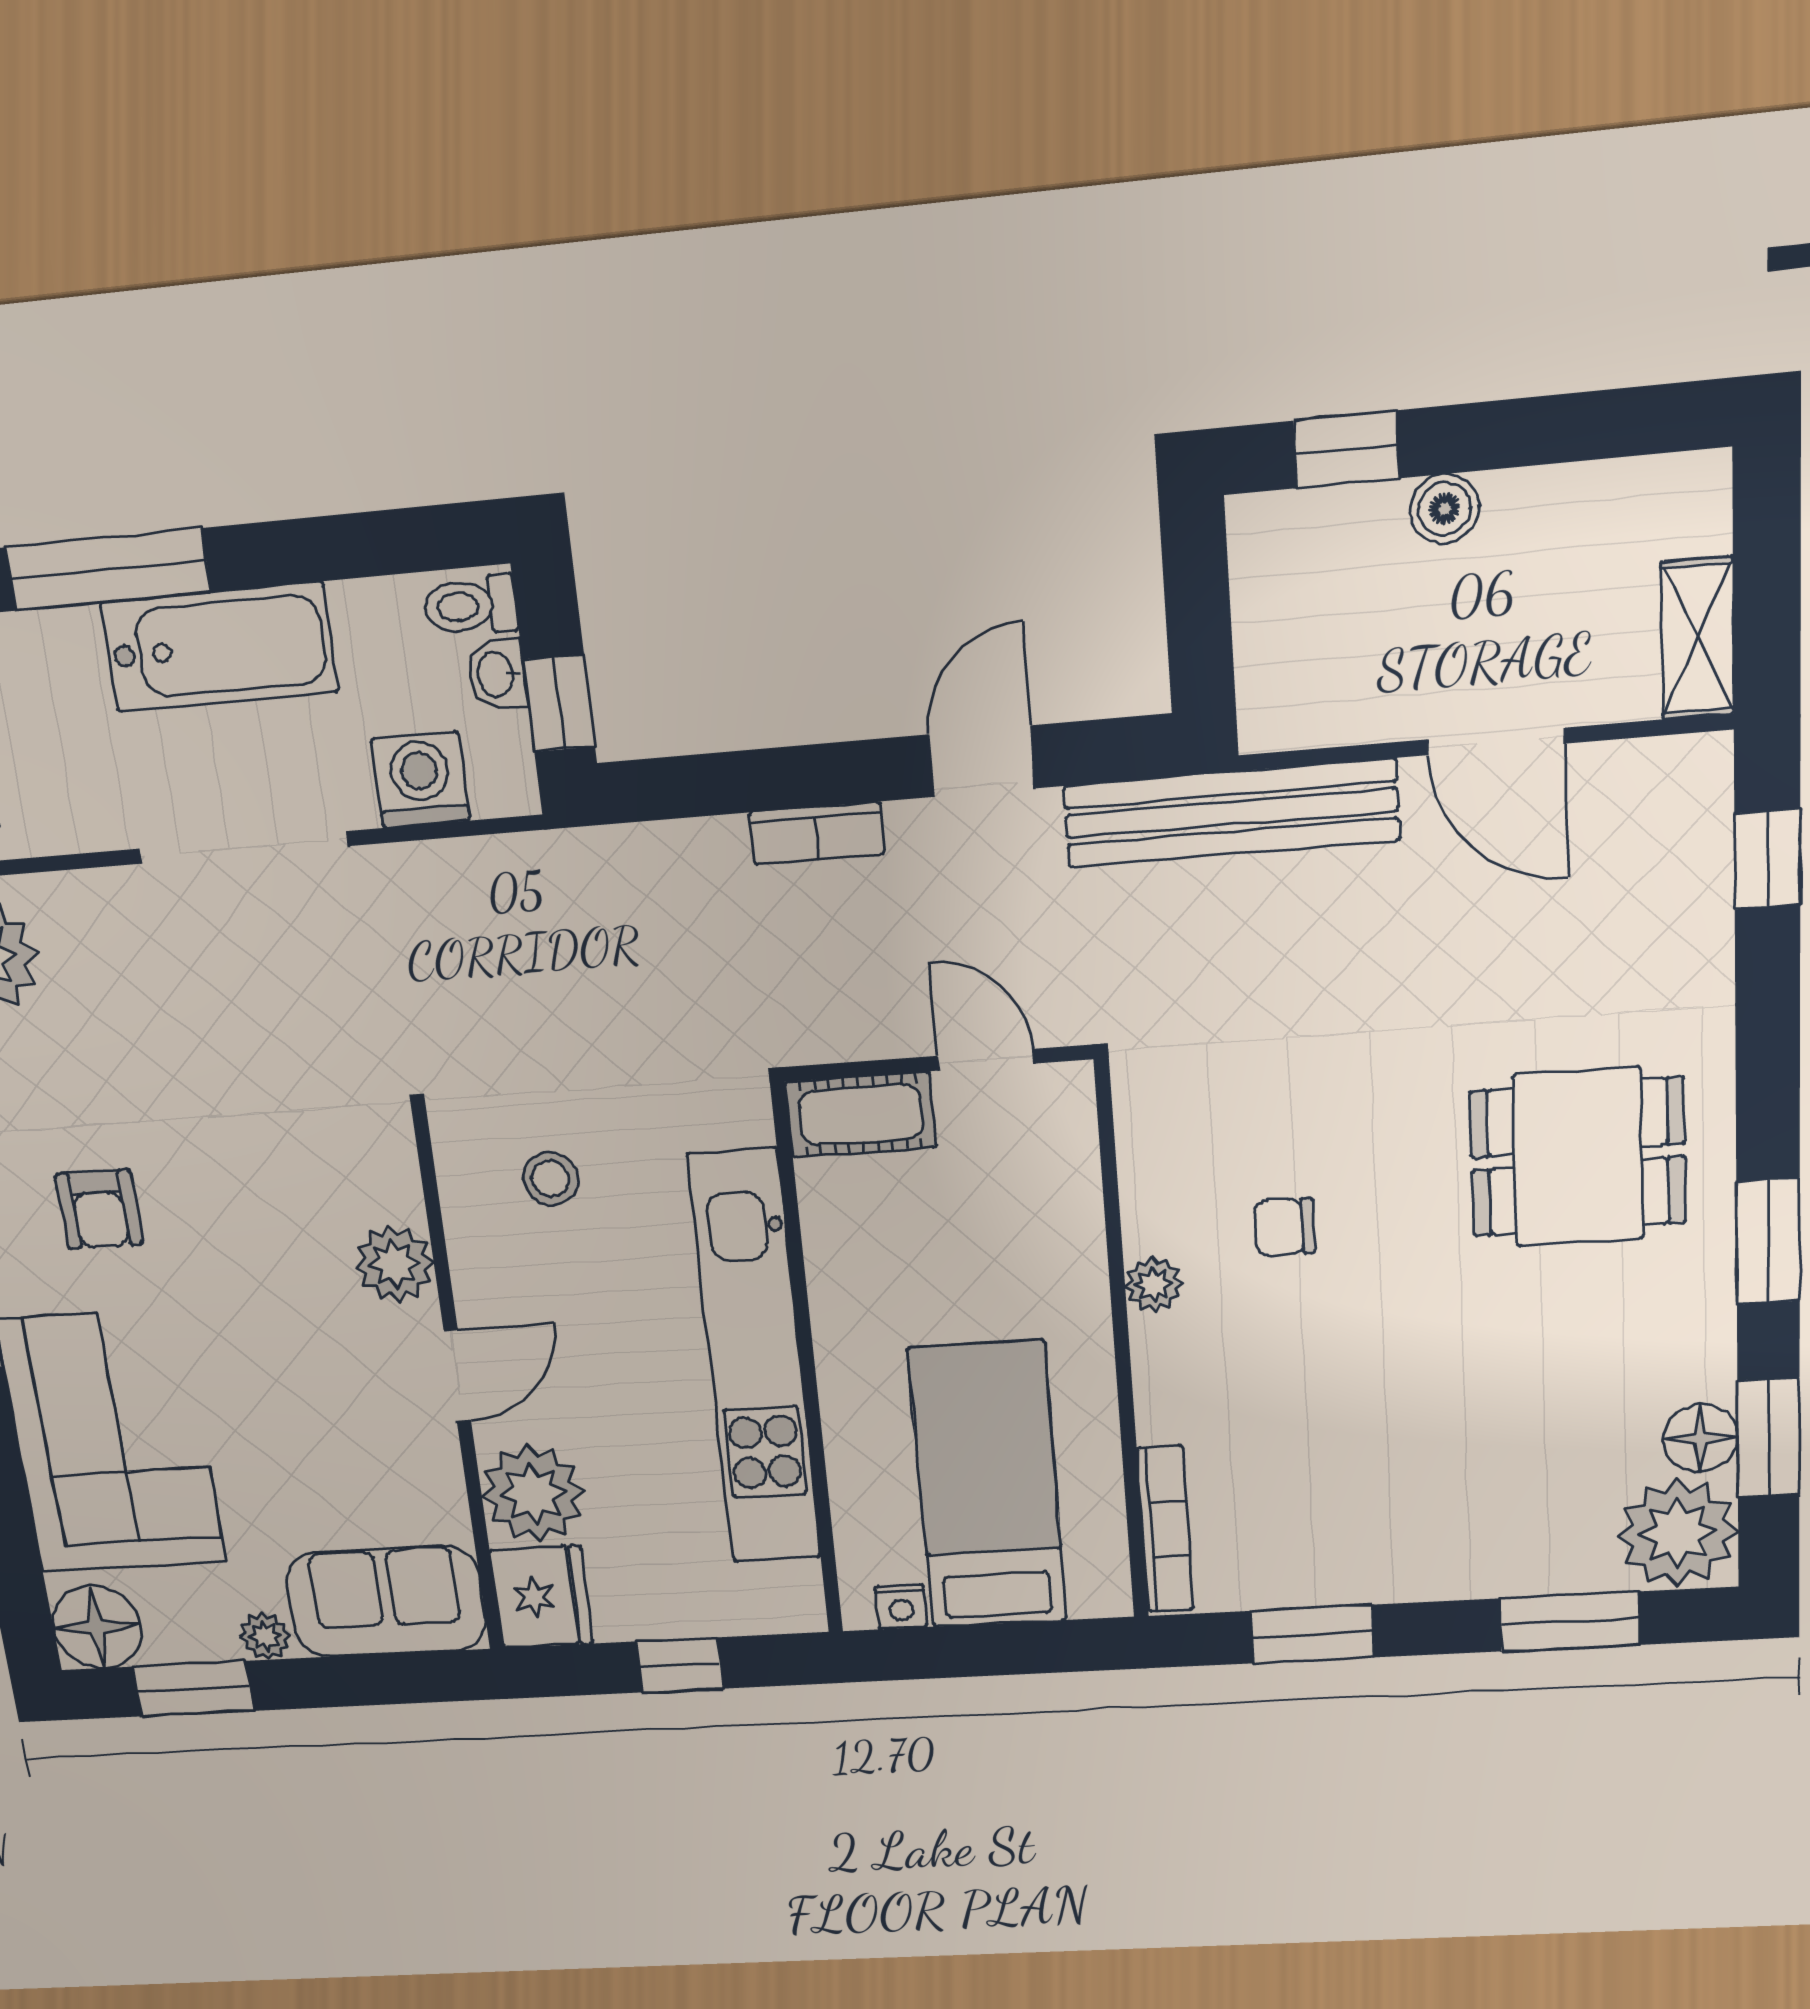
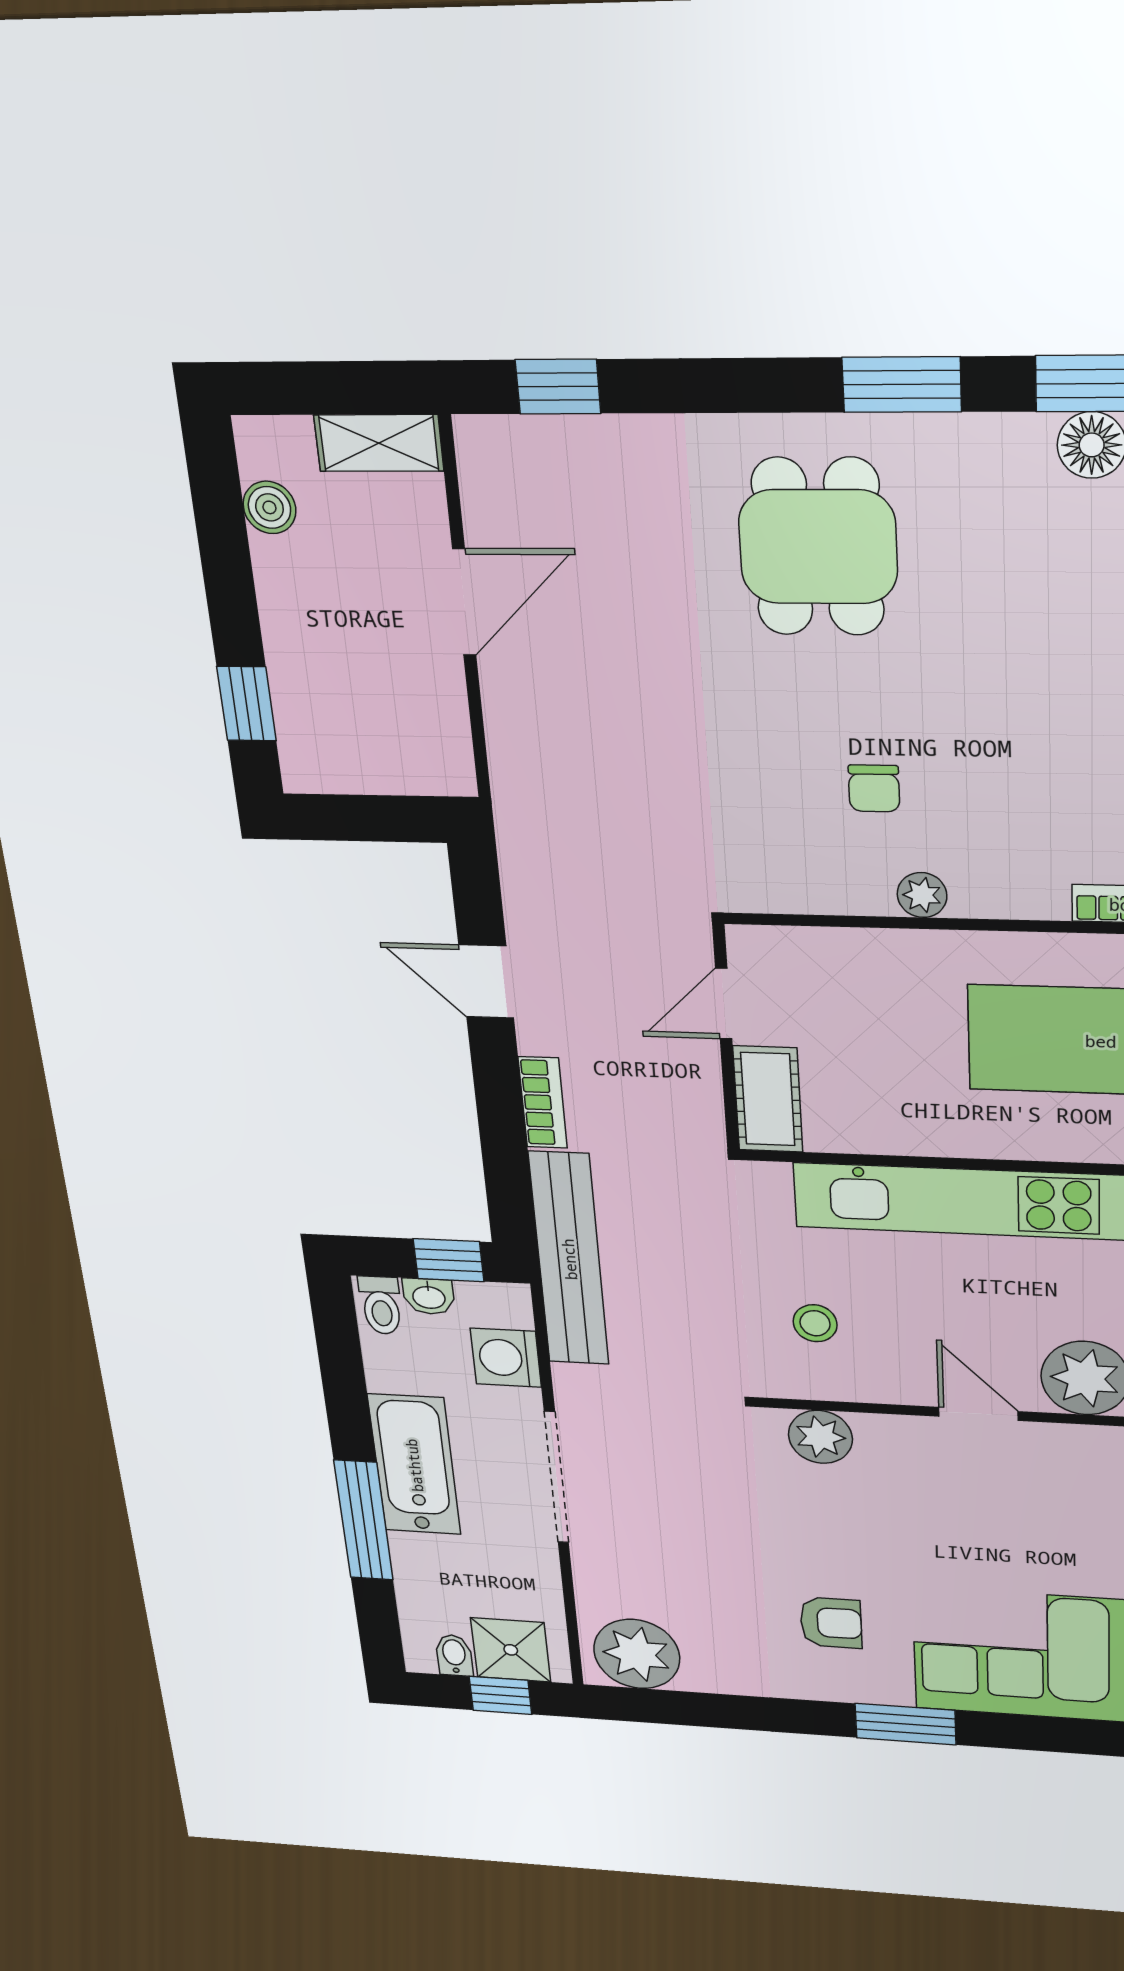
boiler: (1444, 509) -> (269, 507), moved
bench: (1231, 813) -> (569, 1259), moved
plant: (394, 1264) -> (820, 1437), moved

